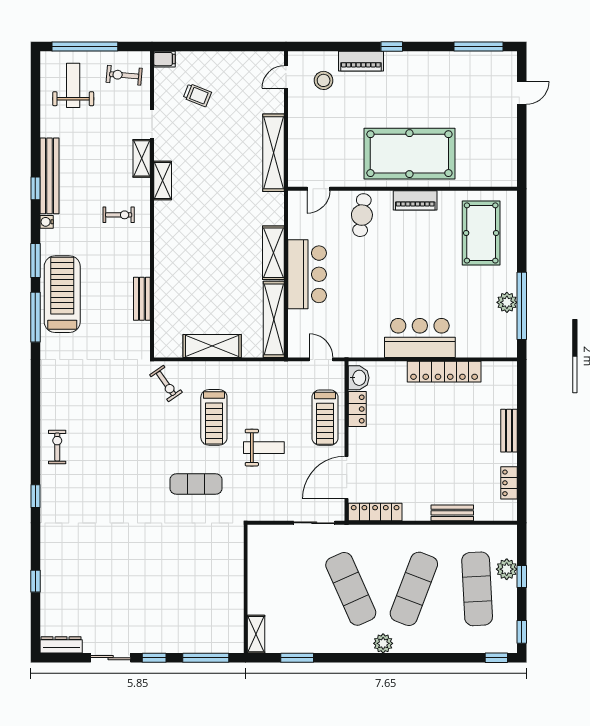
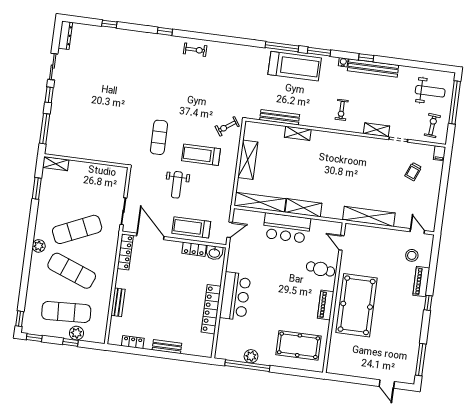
shelving: (163, 181) -> (298, 133), moved
bench: (142, 299) -> (280, 117), width x1.36

